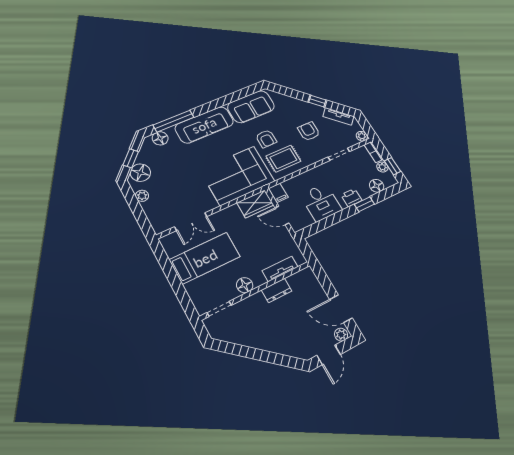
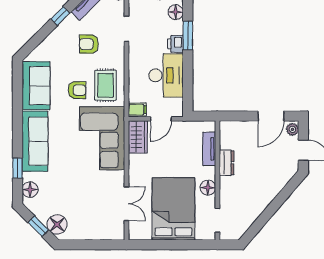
window: (173, 121) -> (18, 168), width x0.46
plant: (142, 196) -> (81, 234), removed
desk: (321, 202) -> (166, 75), width x1.37
window: (364, 204) -> (188, 35), width x1.50
bed: (205, 258) -> (173, 209), width x1.50

